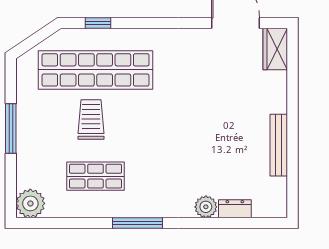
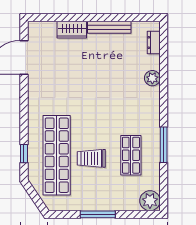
wardrobe: (275, 49) -> (72, 30), moved
dresser: (235, 209) -> (154, 43), moved
window: (138, 223) -> (164, 145), moved

